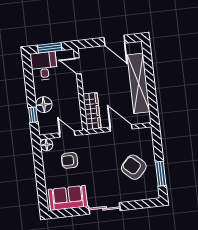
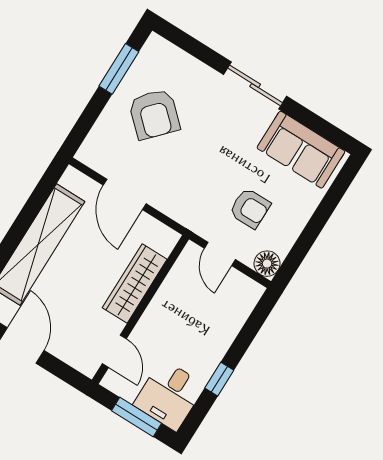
floor lamp: (44, 105) -> (220, 332), removed
wardrobe: (92, 111) -> (135, 284), moved
window: (33, 115) -> (219, 379), moved

